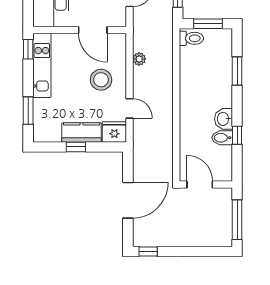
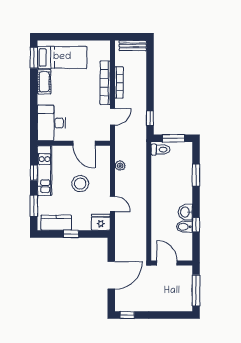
window: (28, 49) -> (34, 173), moved
stool: (101, 80) -> (80, 184), moved
kitchen counter: (82, 133) -> (56, 223), moved

